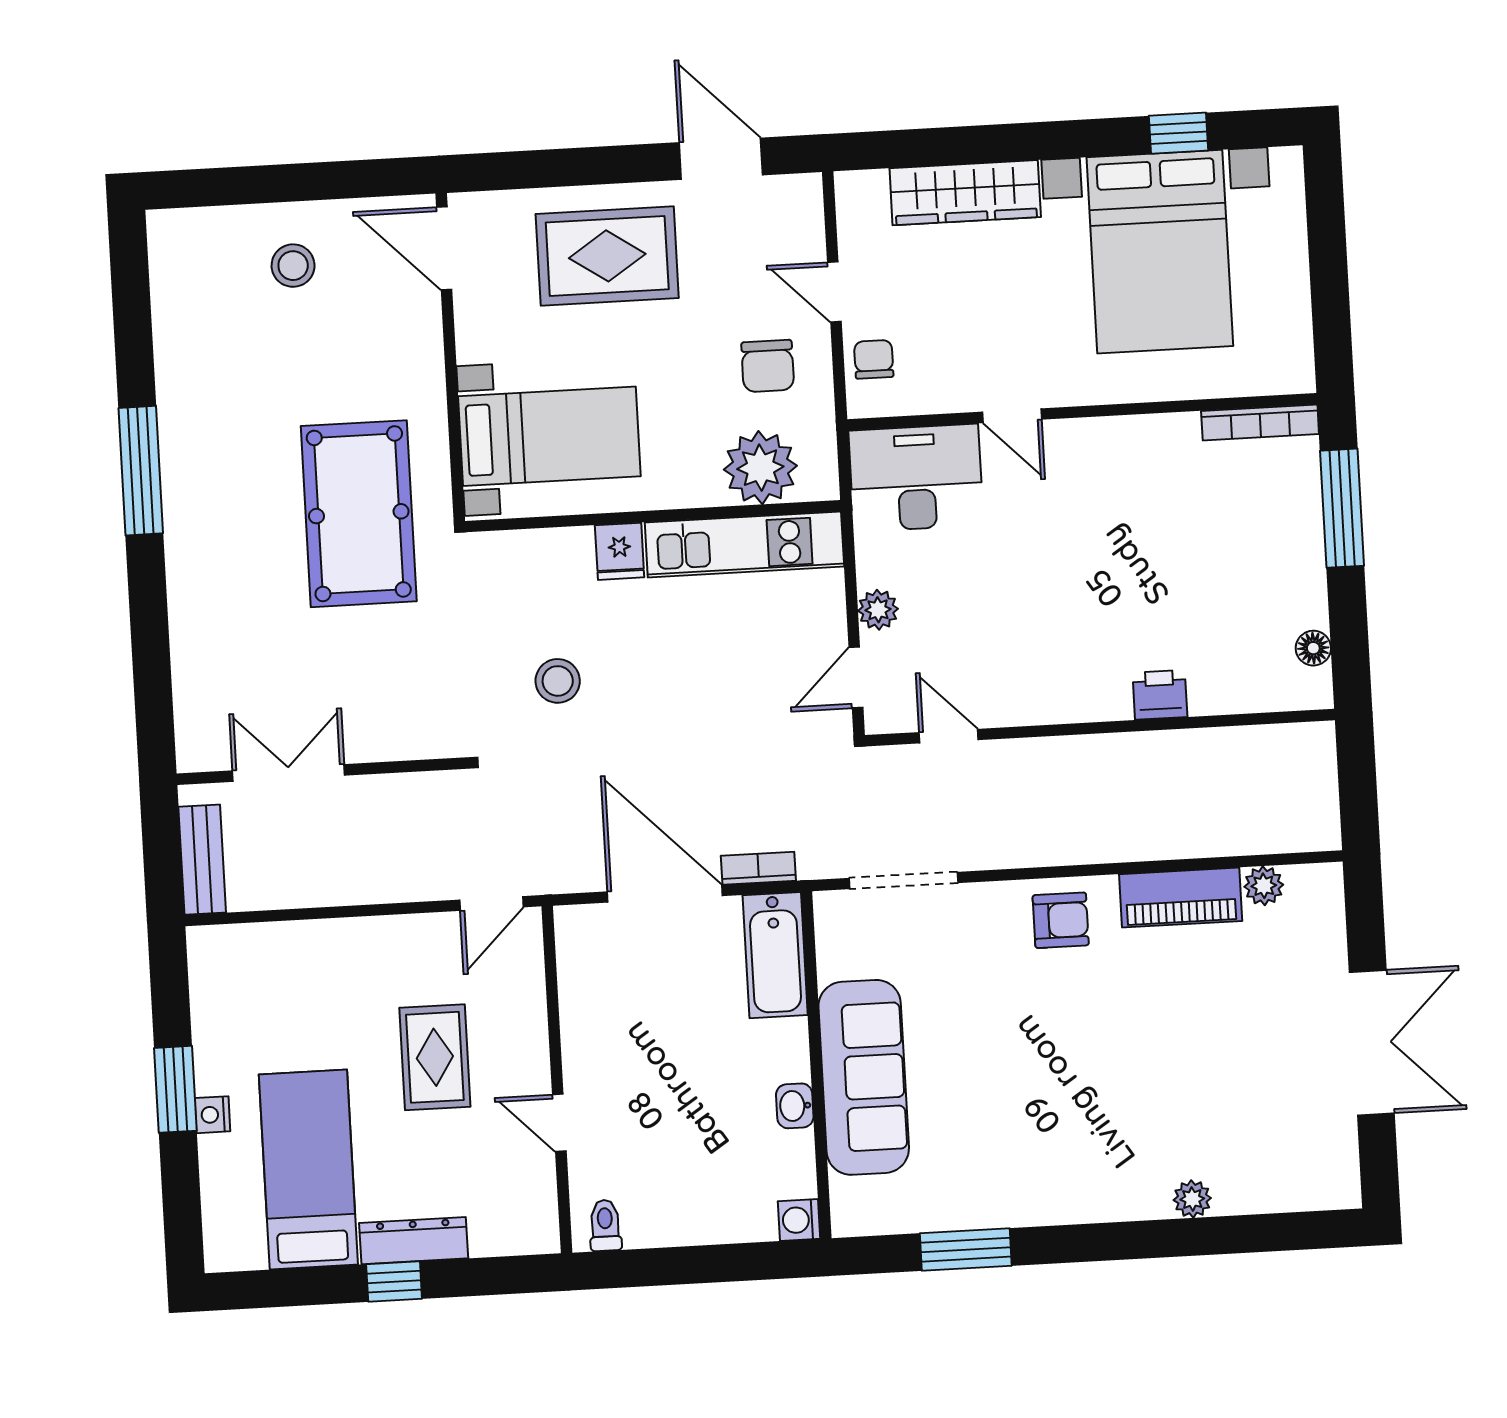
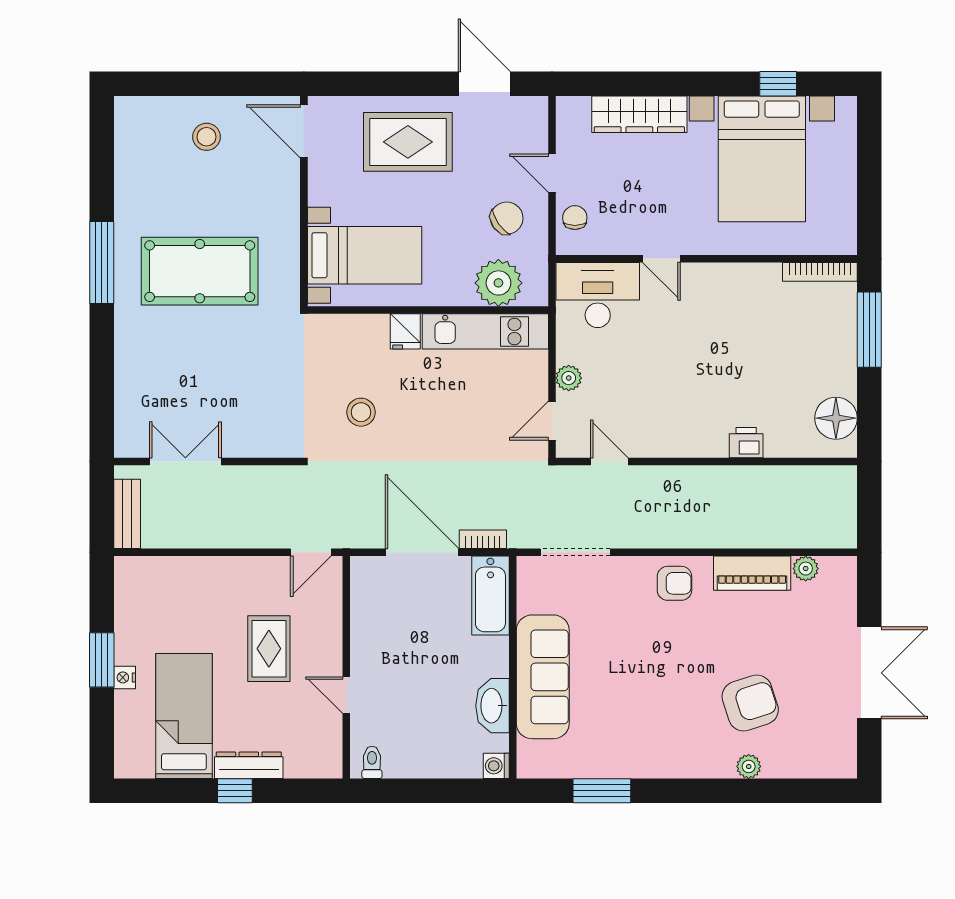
chair: (768, 366) -> (507, 218), turned -125
pool table: (359, 514) -> (200, 271), moved, turned 90
floor lamp: (1313, 648) -> (836, 418), width x1.89, depth x1.89
armchair: (1189, 1100) -> (750, 703), added
washbasin: (795, 1106) -> (492, 706), width x1.91, depth x1.45

